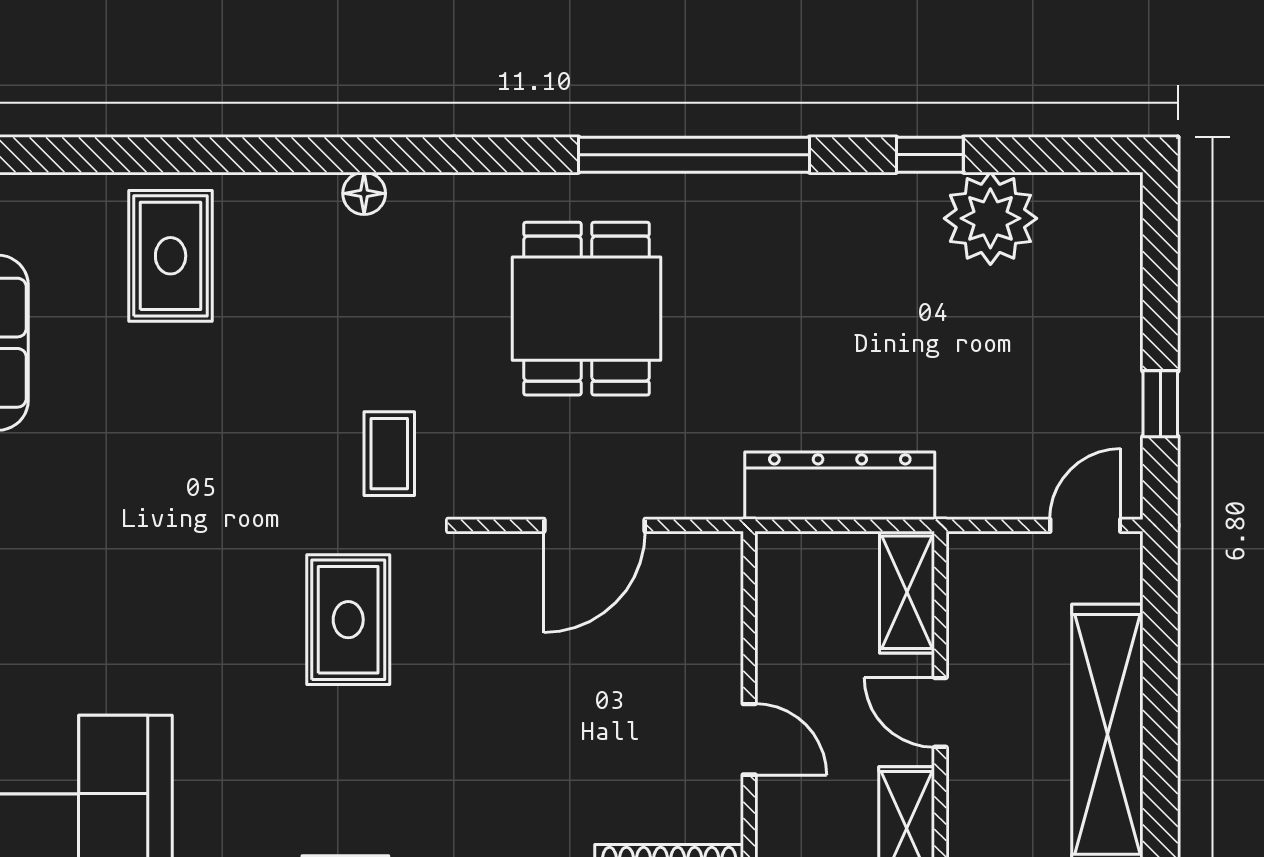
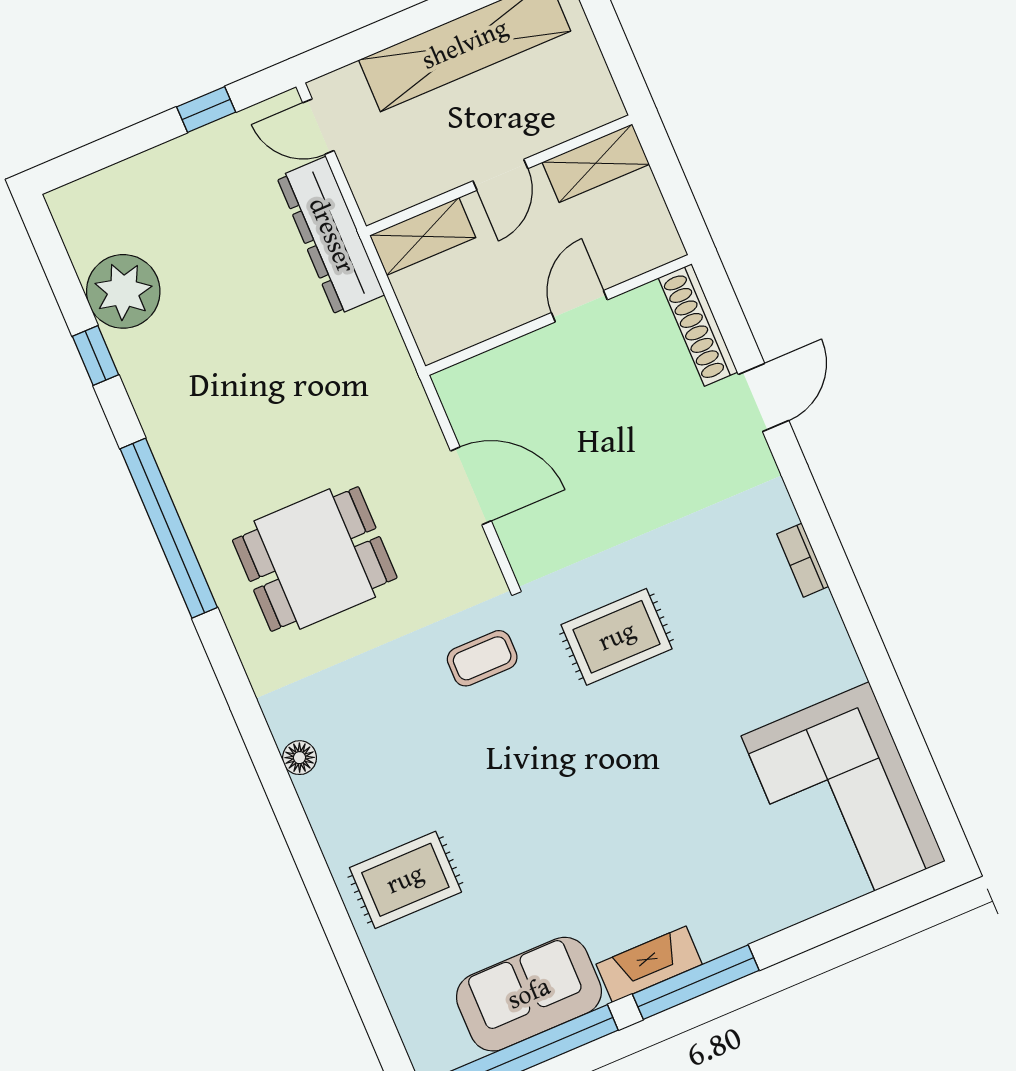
dresser: (840, 486) -> (331, 236), moved

